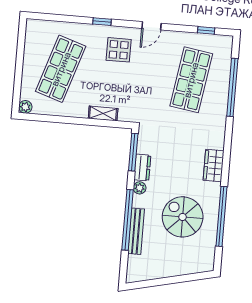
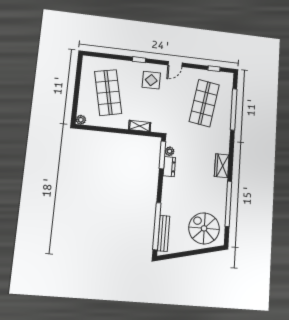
shop shelf: (61, 69) -> (108, 92), turned -30
plant: (140, 188) -> (170, 151), moved
spiral stairs: (183, 217) -> (204, 228), moved
window: (128, 220) -> (157, 226), moved
bench: (136, 231) -> (164, 233), moved

